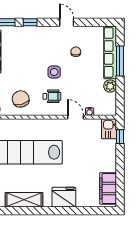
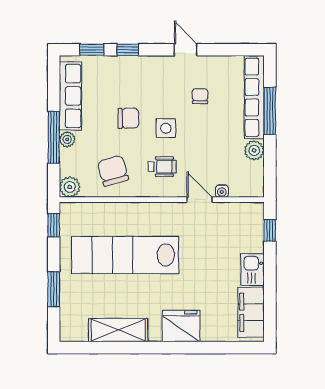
chair: (30, 66) -> (128, 118), added
kitchen sink: (109, 129) -> (252, 270), moved

